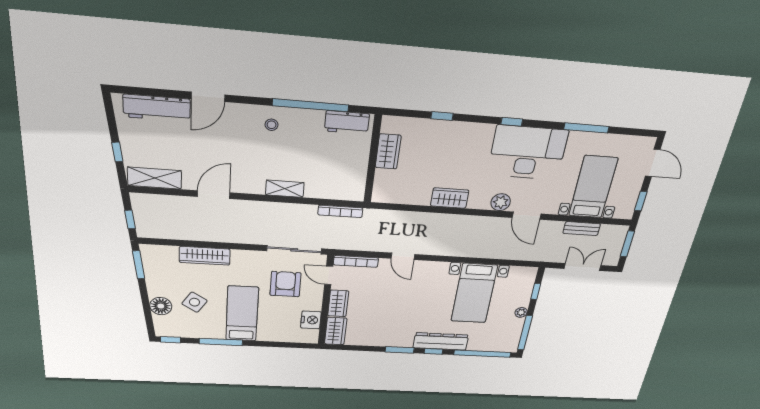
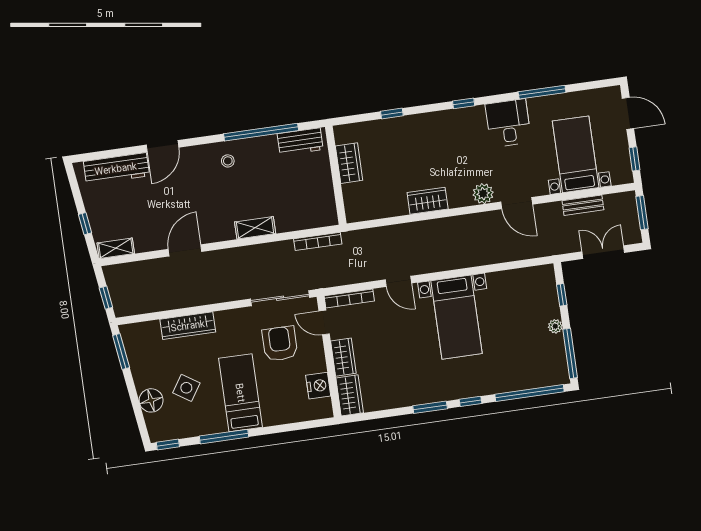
desk: (528, 153) -> (508, 123), width x0.53, depth x0.77
shelving: (155, 178) -> (116, 248), width x0.67, depth x0.75
bed with nightstands: (474, 293) -> (457, 317), moved
dresser: (441, 341) -> (475, 386), removed

